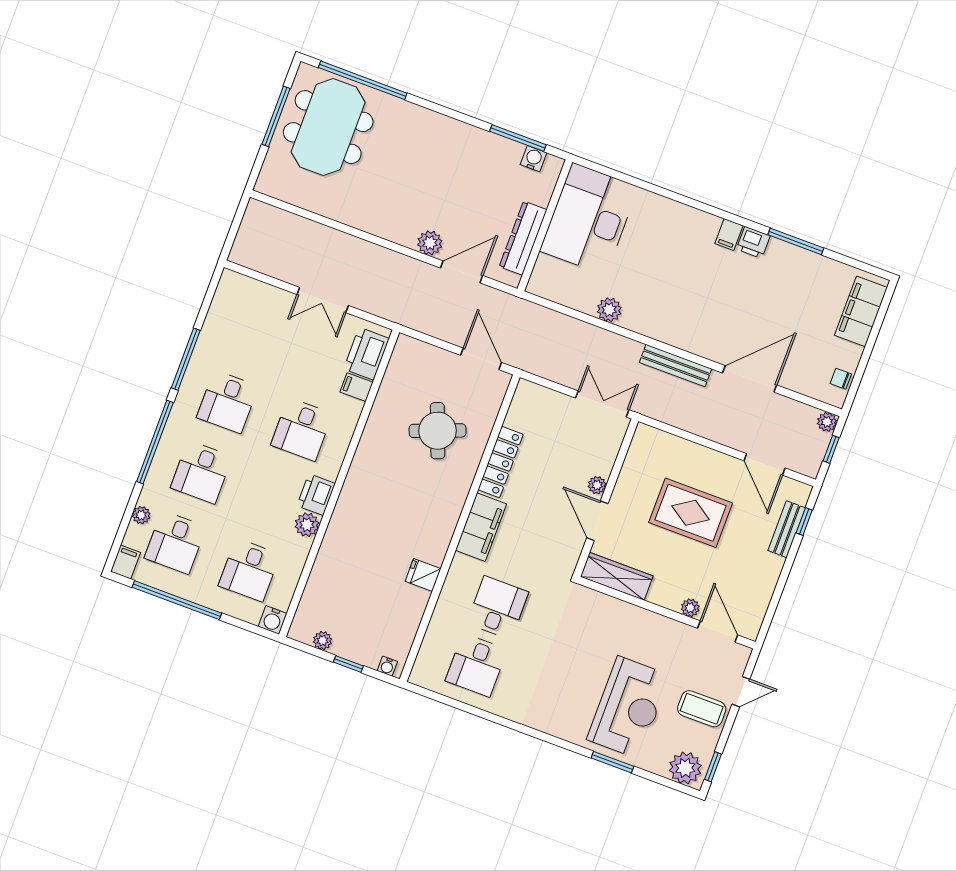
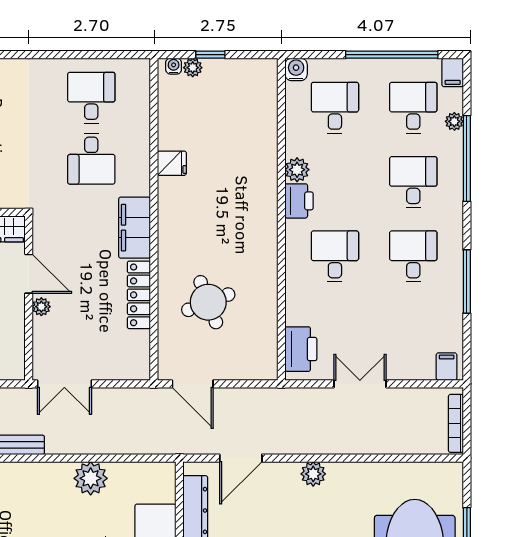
bookcase: (246, 229) -> (456, 423), added
plant: (430, 243) -> (313, 474), moved
plant: (609, 310) -> (91, 478), width x1.36, depth x1.36
filing cabinet: (356, 387) -> (447, 367), moved, turned -90
window: (155, 442) -> (467, 158), moved
plant: (323, 641) -> (193, 68), moved

